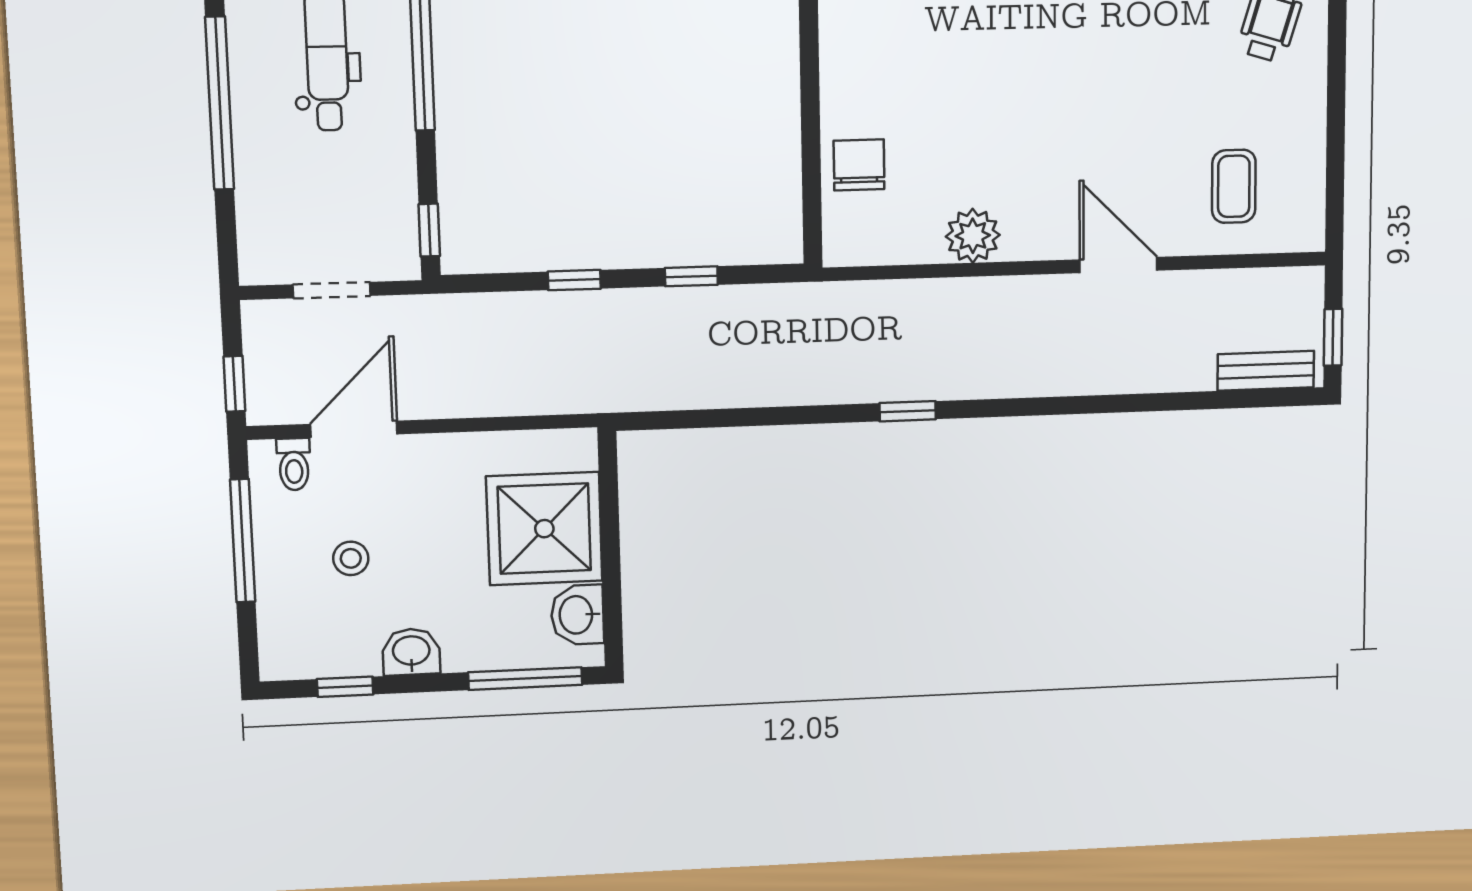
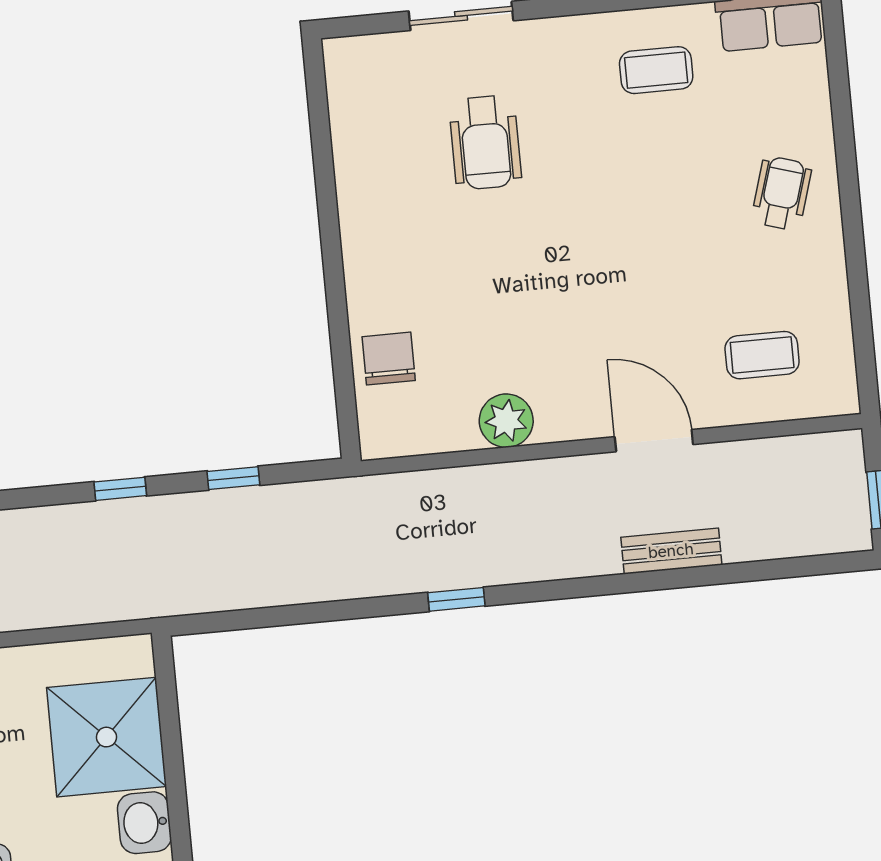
coffee table: (1234, 186) -> (762, 355), turned 90
bench: (1266, 371) -> (671, 551), moved

